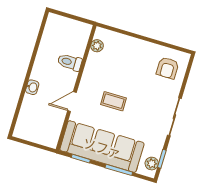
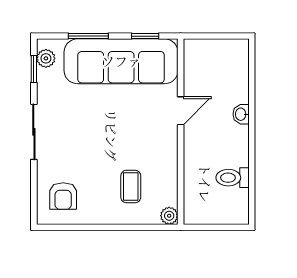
plant: (97, 46) -> (169, 216), moved
toilet: (70, 62) -> (233, 178), moved, turned 180
armchair: (168, 68) -> (63, 196), turned 180
coffee table: (114, 101) -> (131, 187), moved, turned 90

